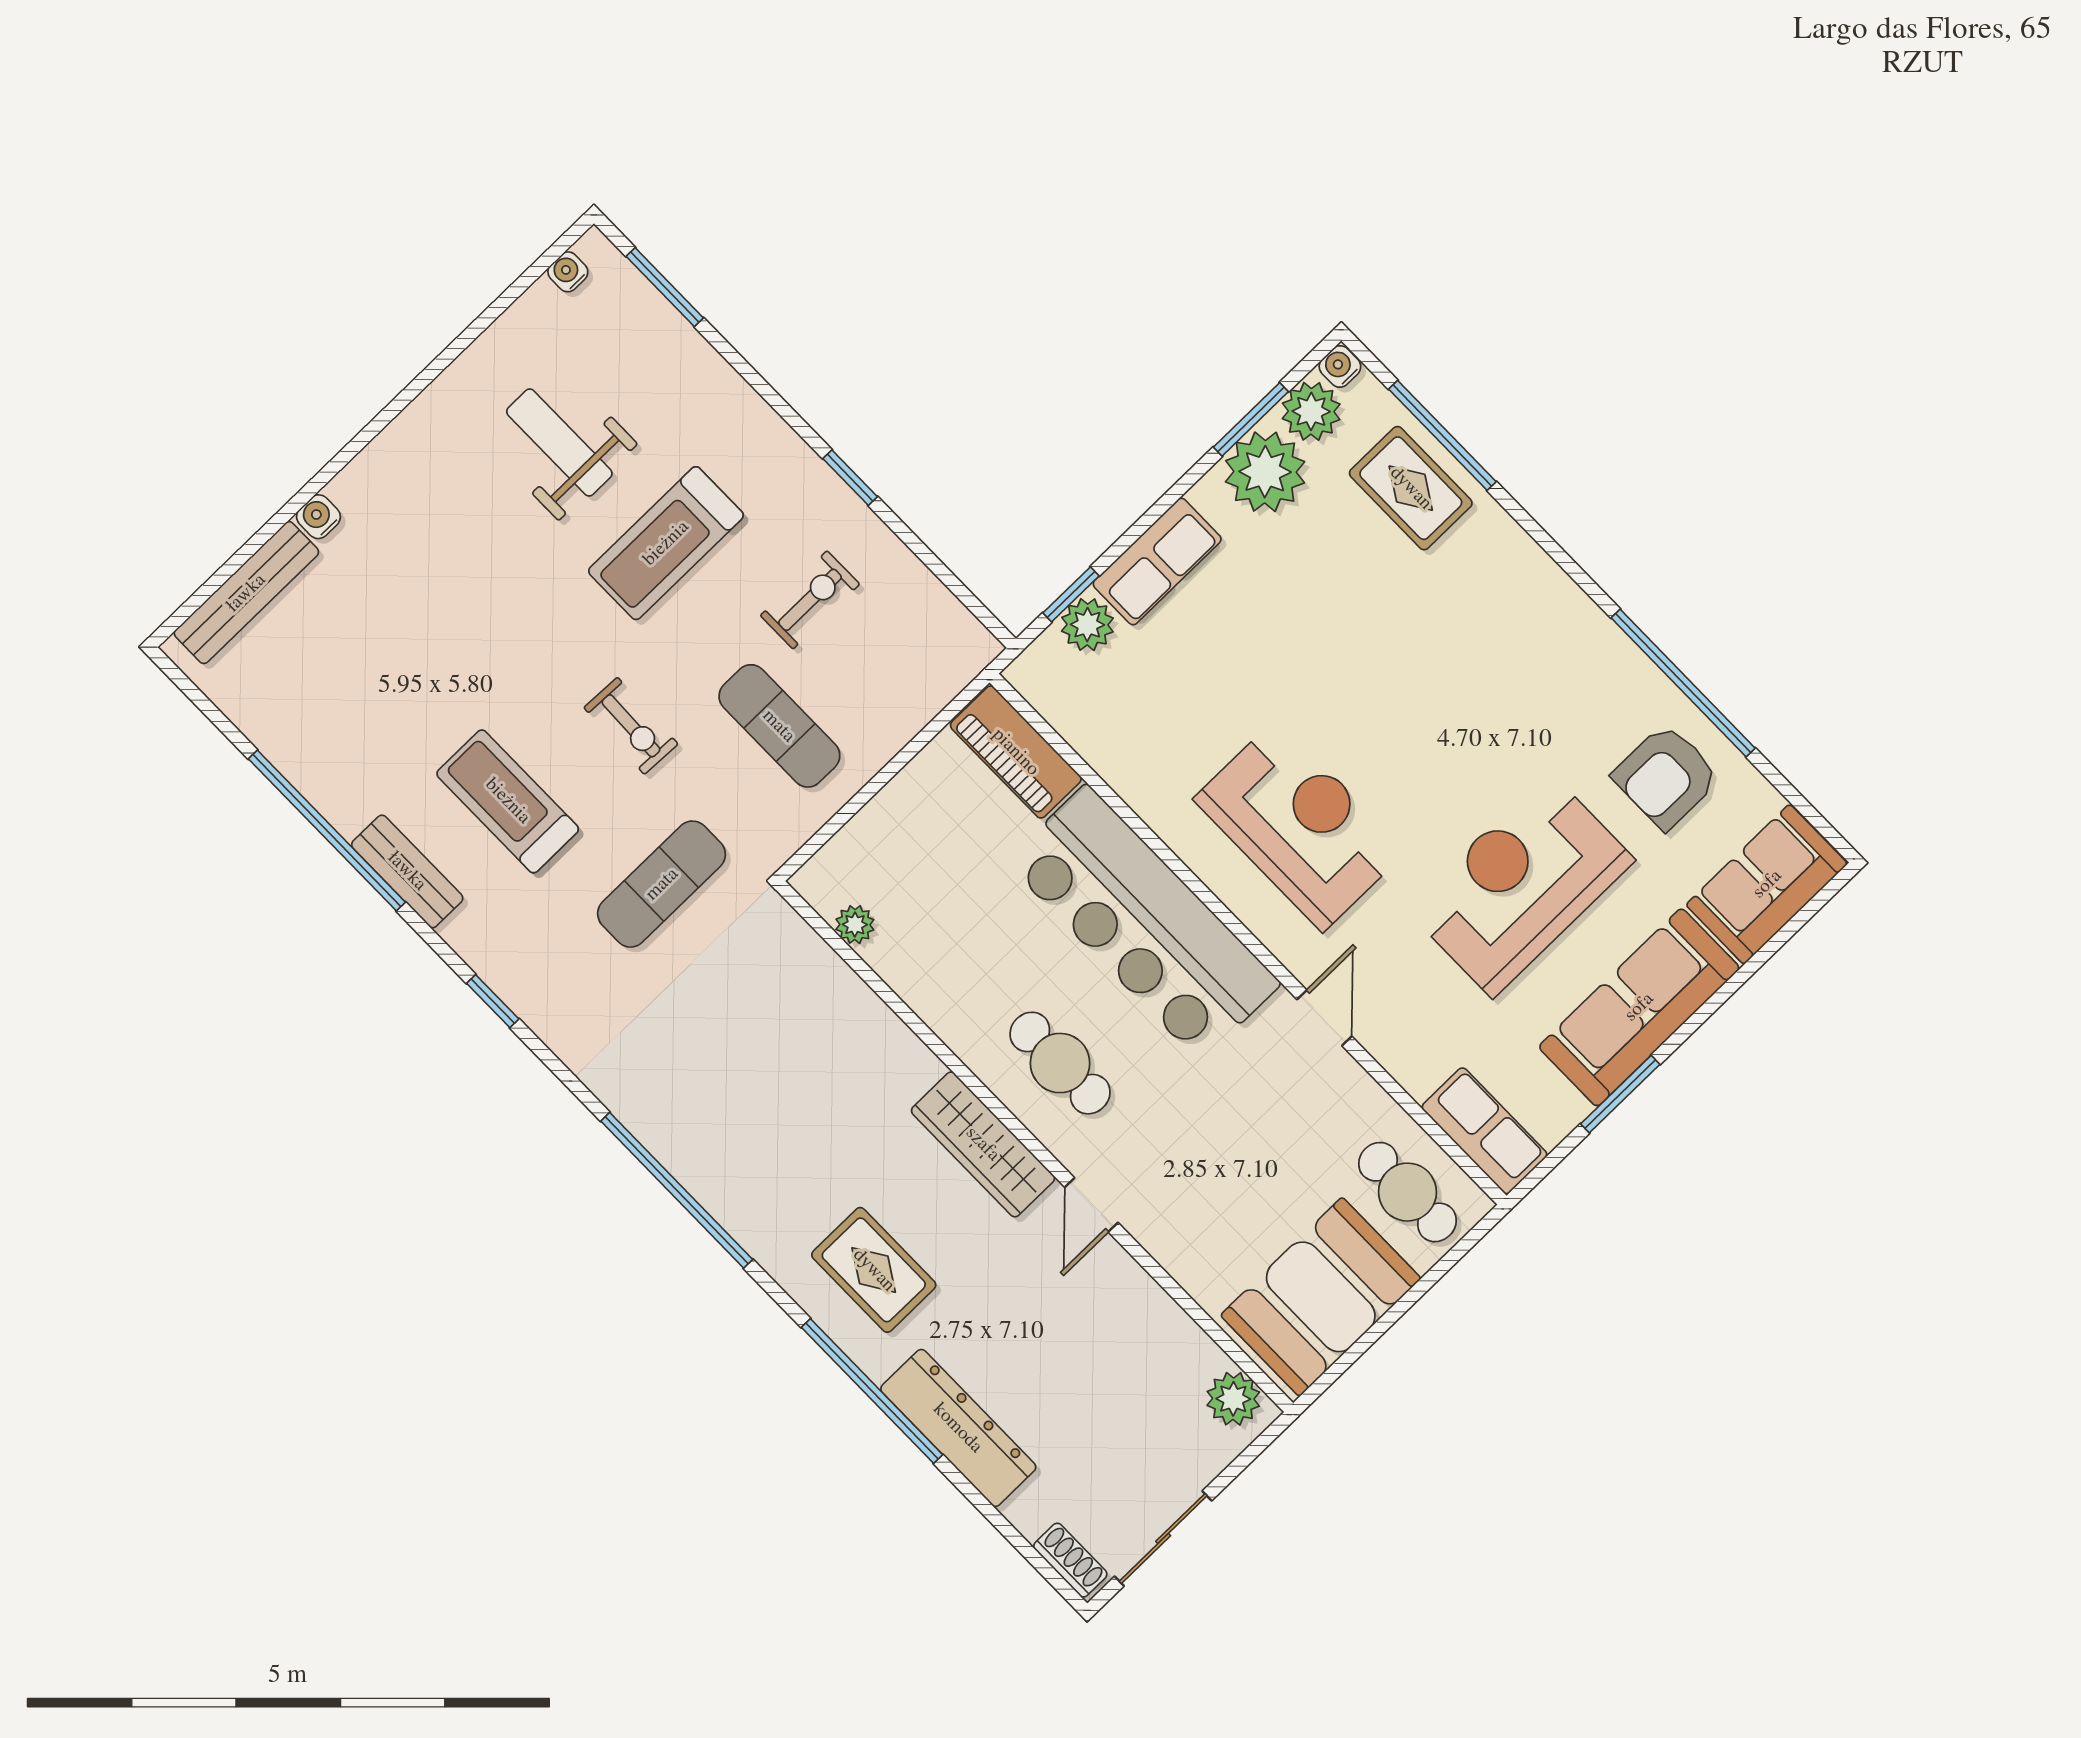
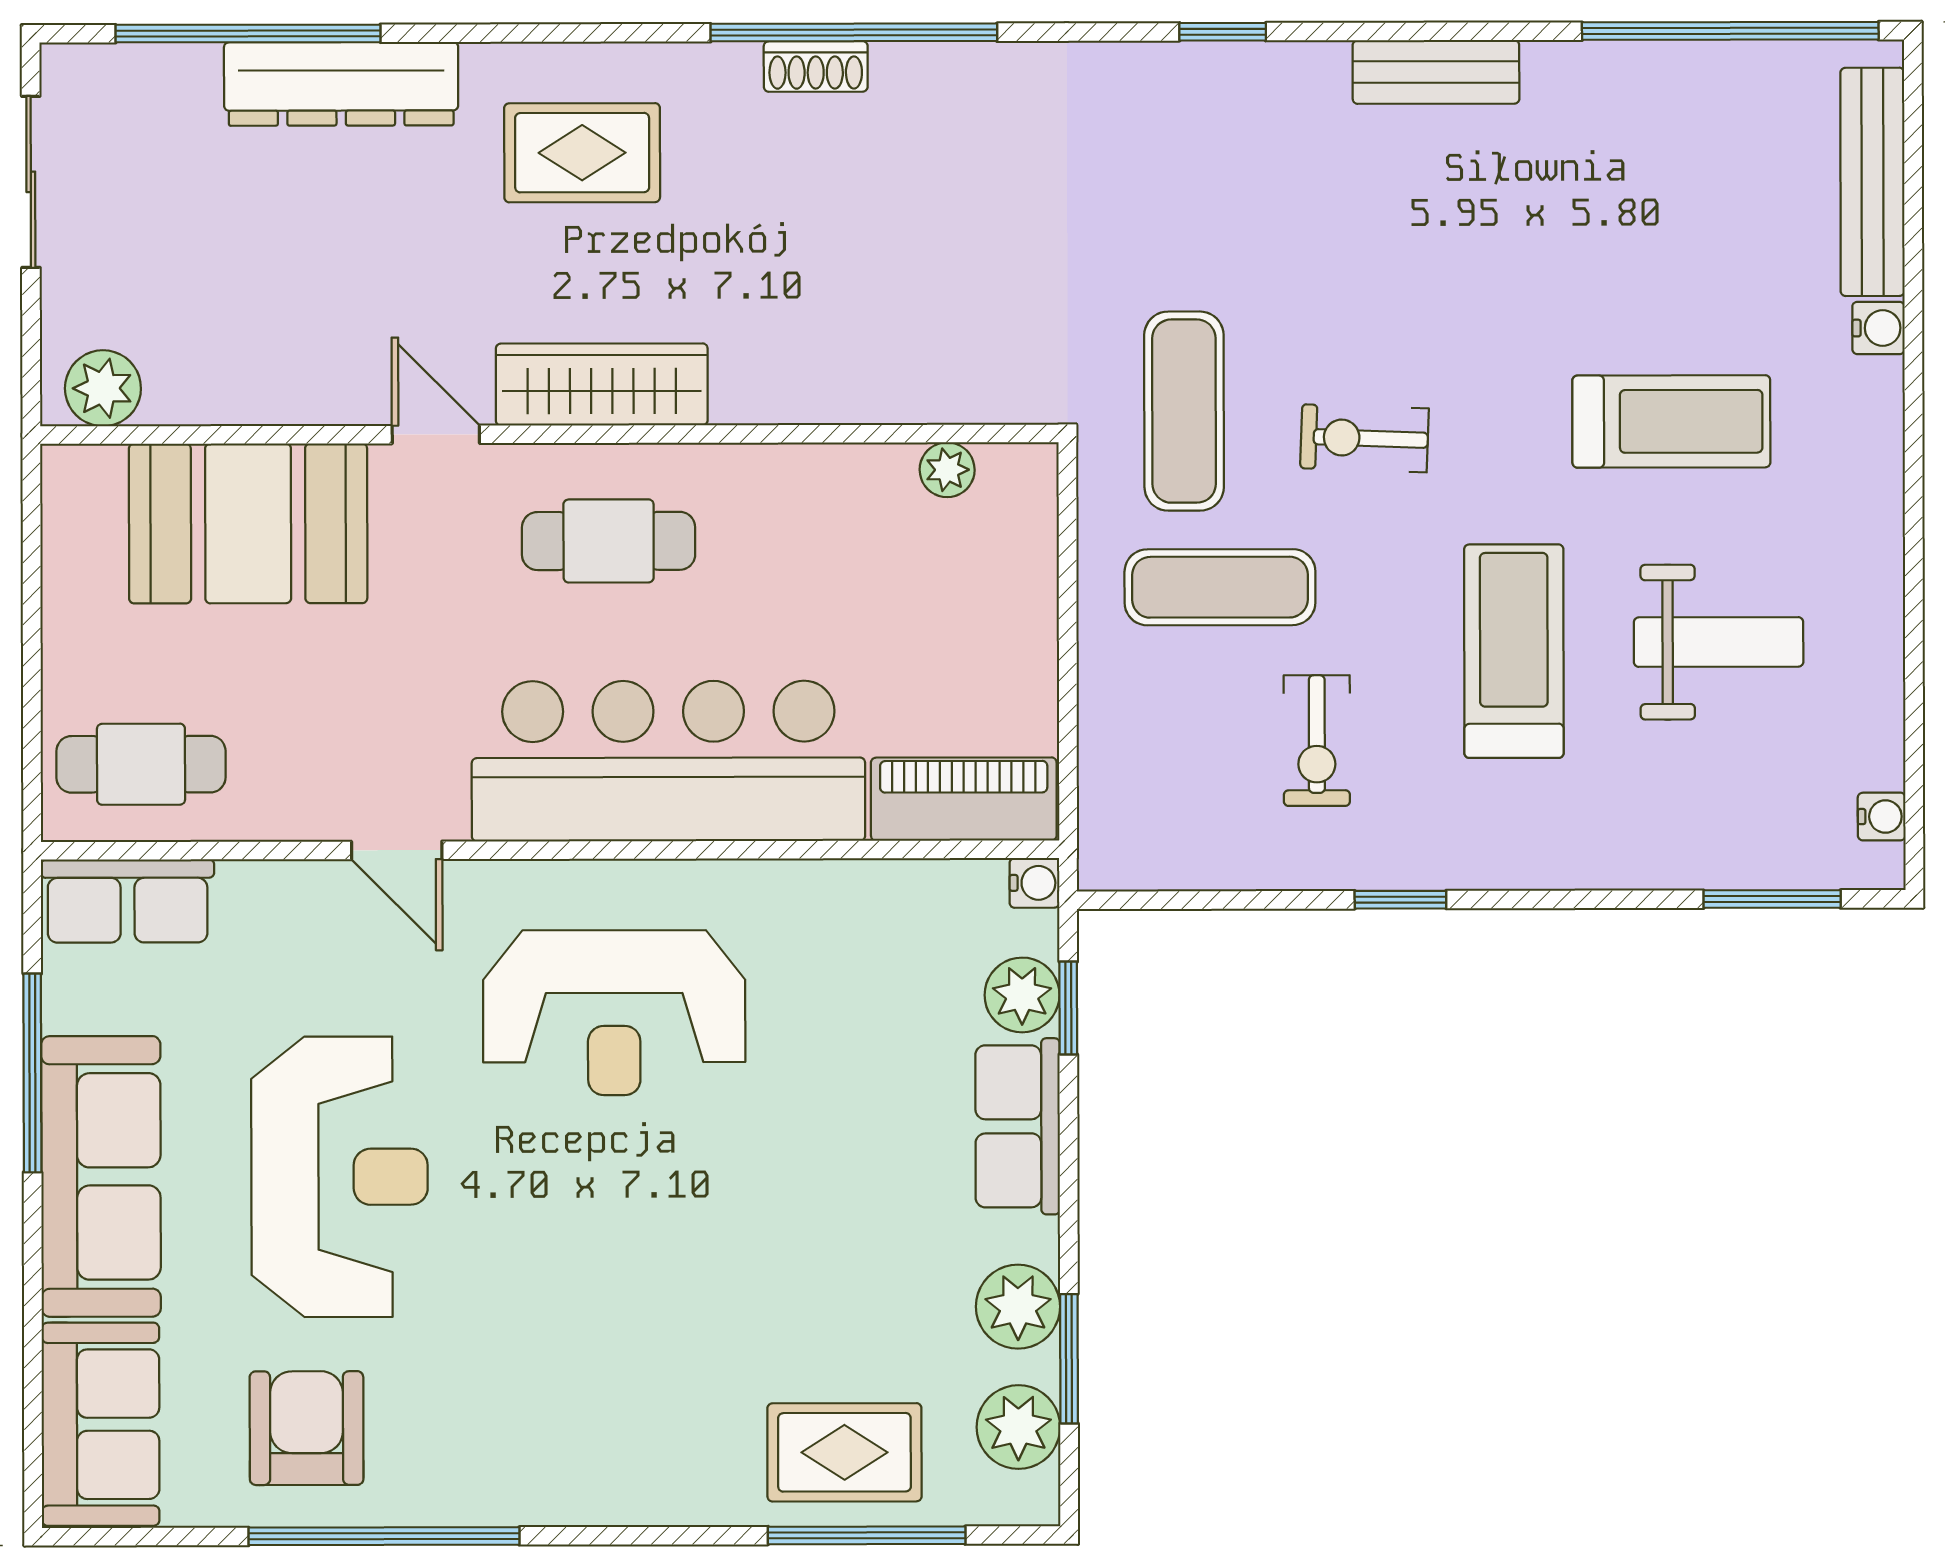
water cooler: (1340, 366) -> (1034, 883), moved
plant: (1265, 472) -> (1018, 1307), width x0.73, depth x0.73
treadmill: (508, 801) -> (1671, 421), moved
window: (327, 830) -> (1730, 31), moved
exercise mat: (662, 884) -> (1184, 411), moved
window: (1620, 1094) -> (32, 1073), width x1.44
booth: (1321, 1297) -> (248, 523), moved, turned 90
window: (872, 1391) -> (248, 33), moved
shoe rack: (1070, 1560) -> (816, 66), moved

